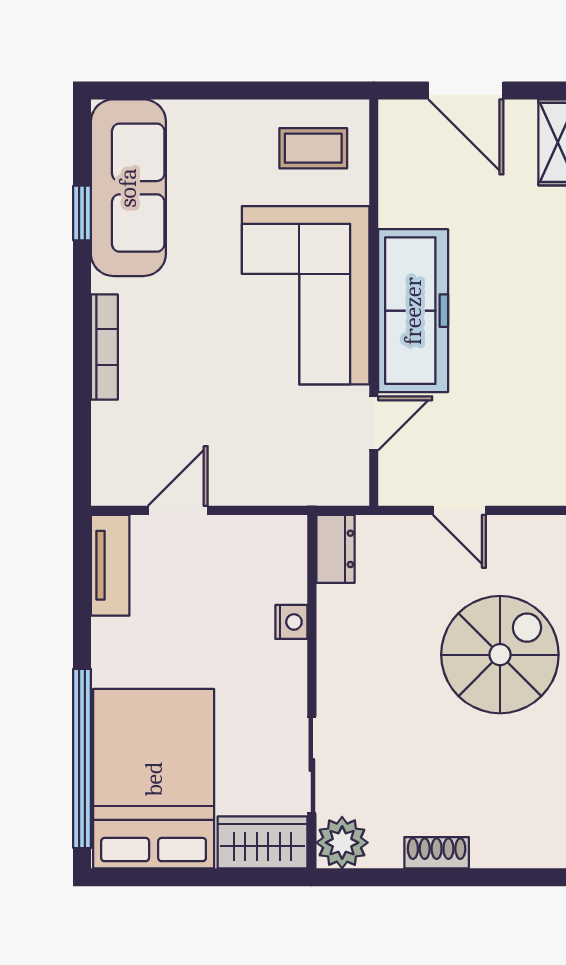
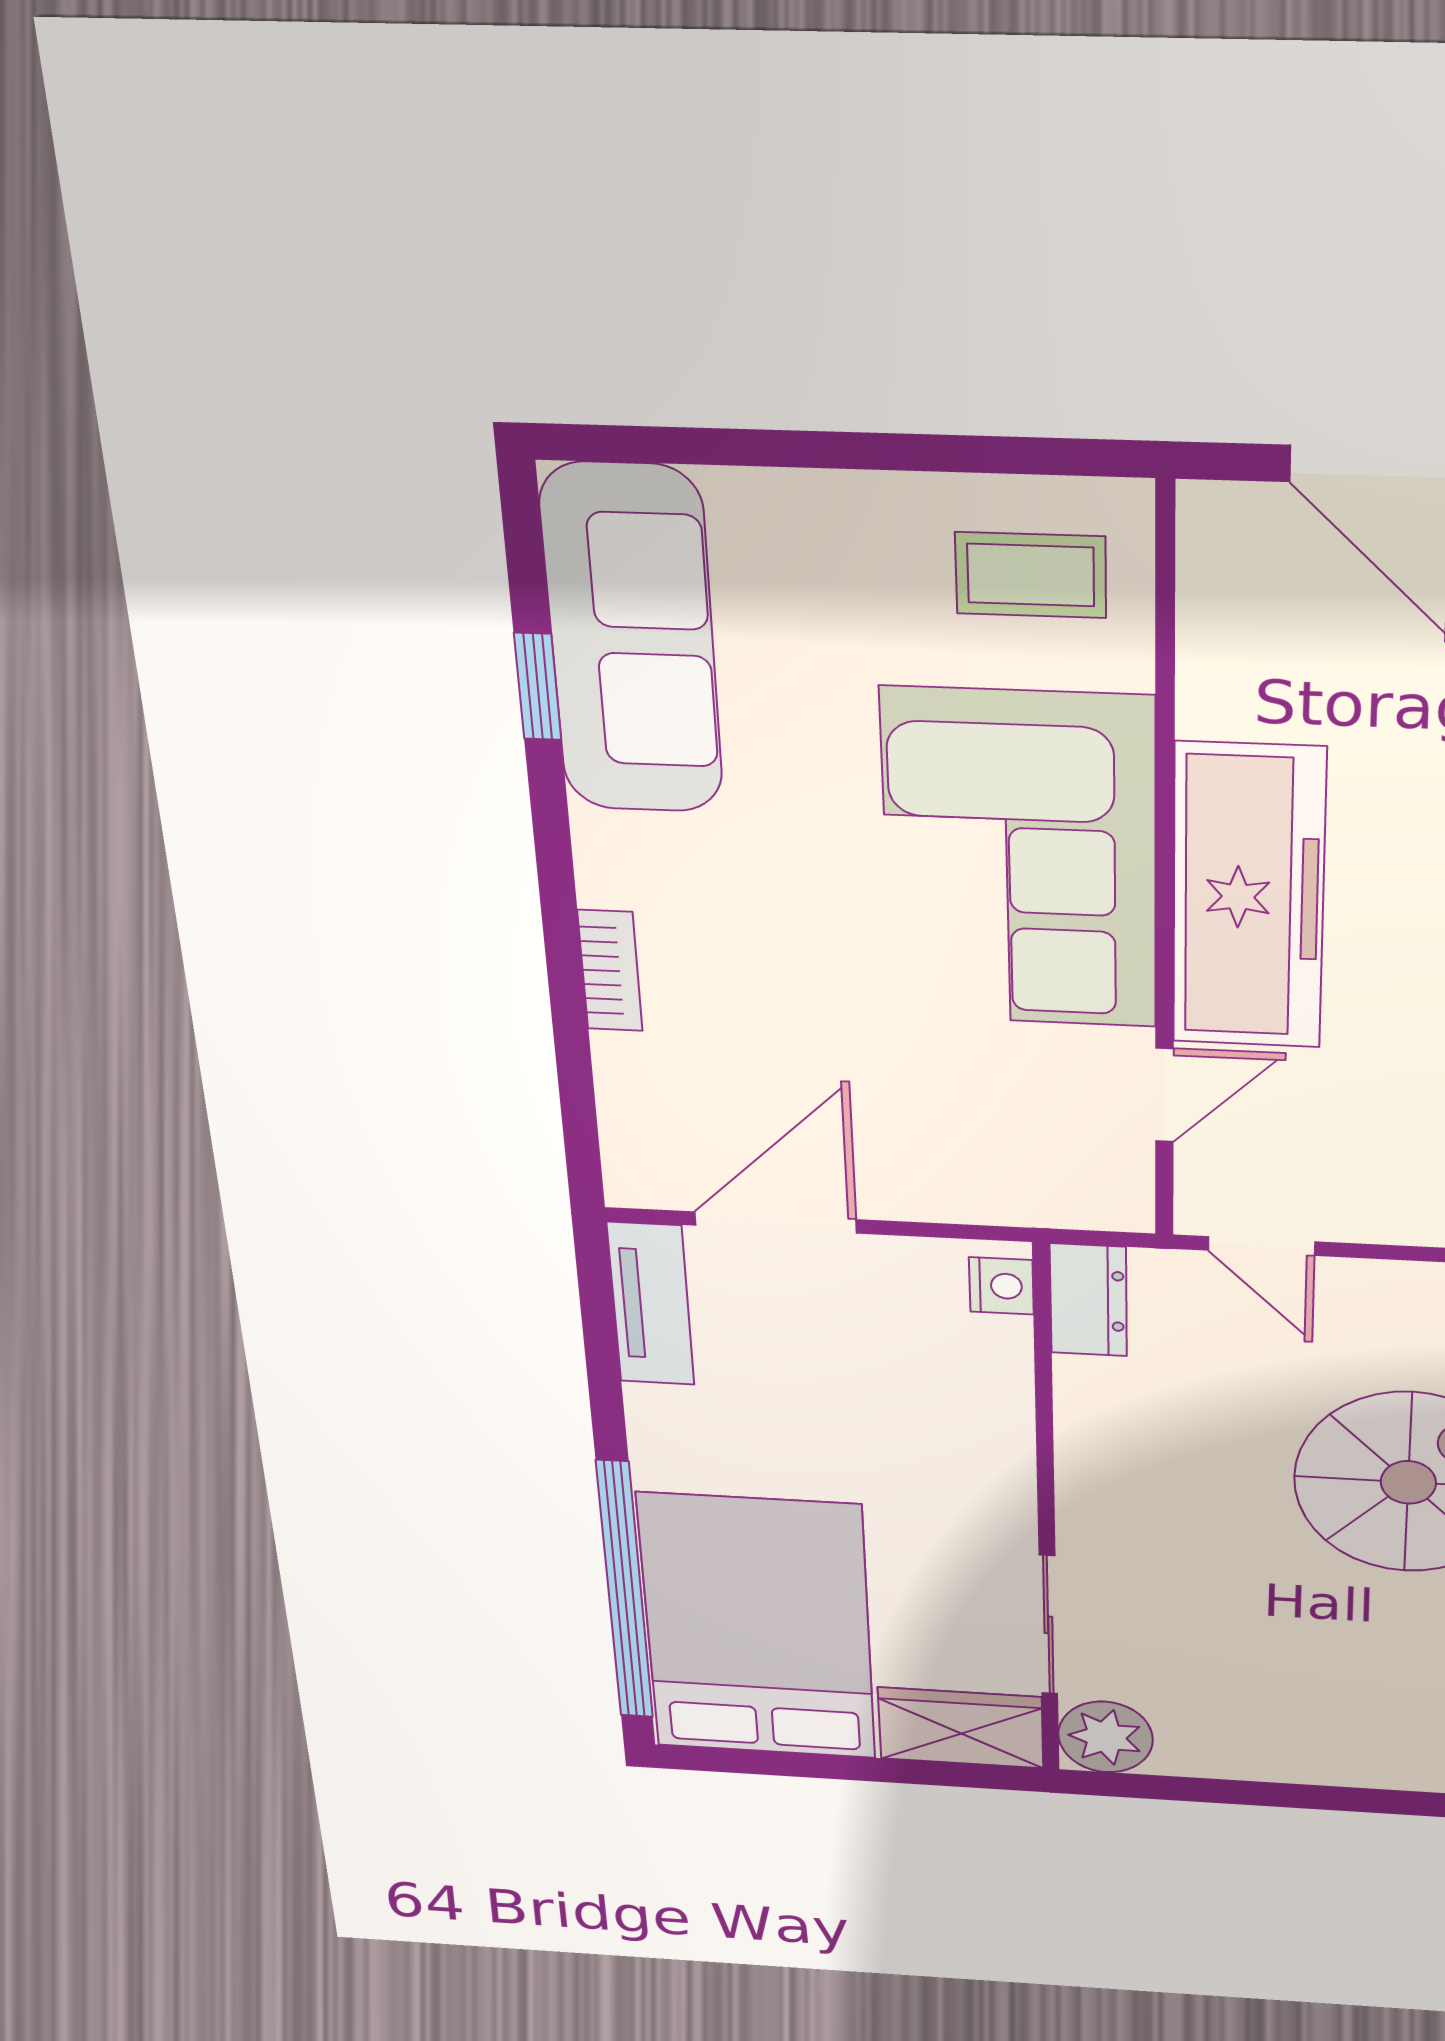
bookcase: (104, 347) -> (610, 971), width x0.64
door: (178, 510) -> (776, 1222), width x1.38
door: (459, 510) -> (1261, 1246), moved
nightstand: (291, 622) -> (1001, 1286), moved
shoe rack: (437, 853) -> (1279, 1761), removed

